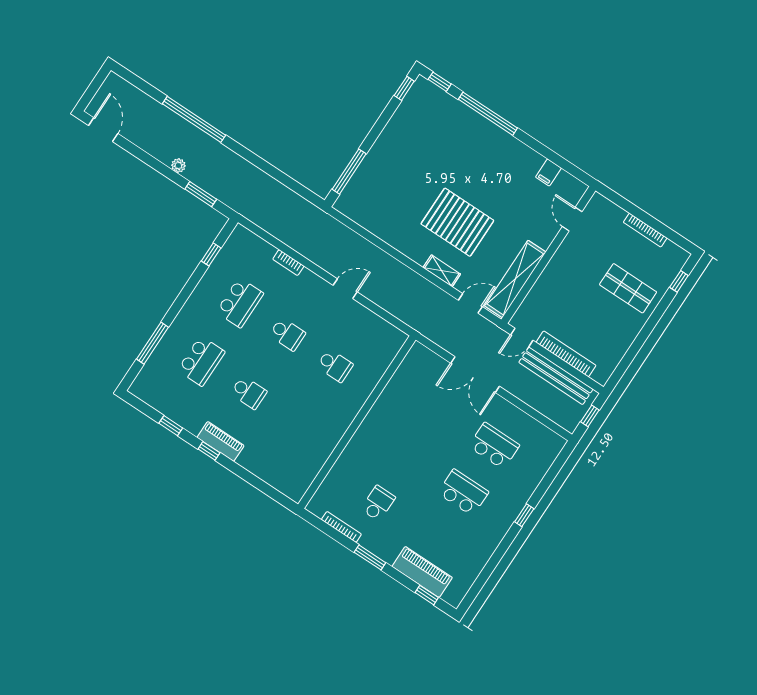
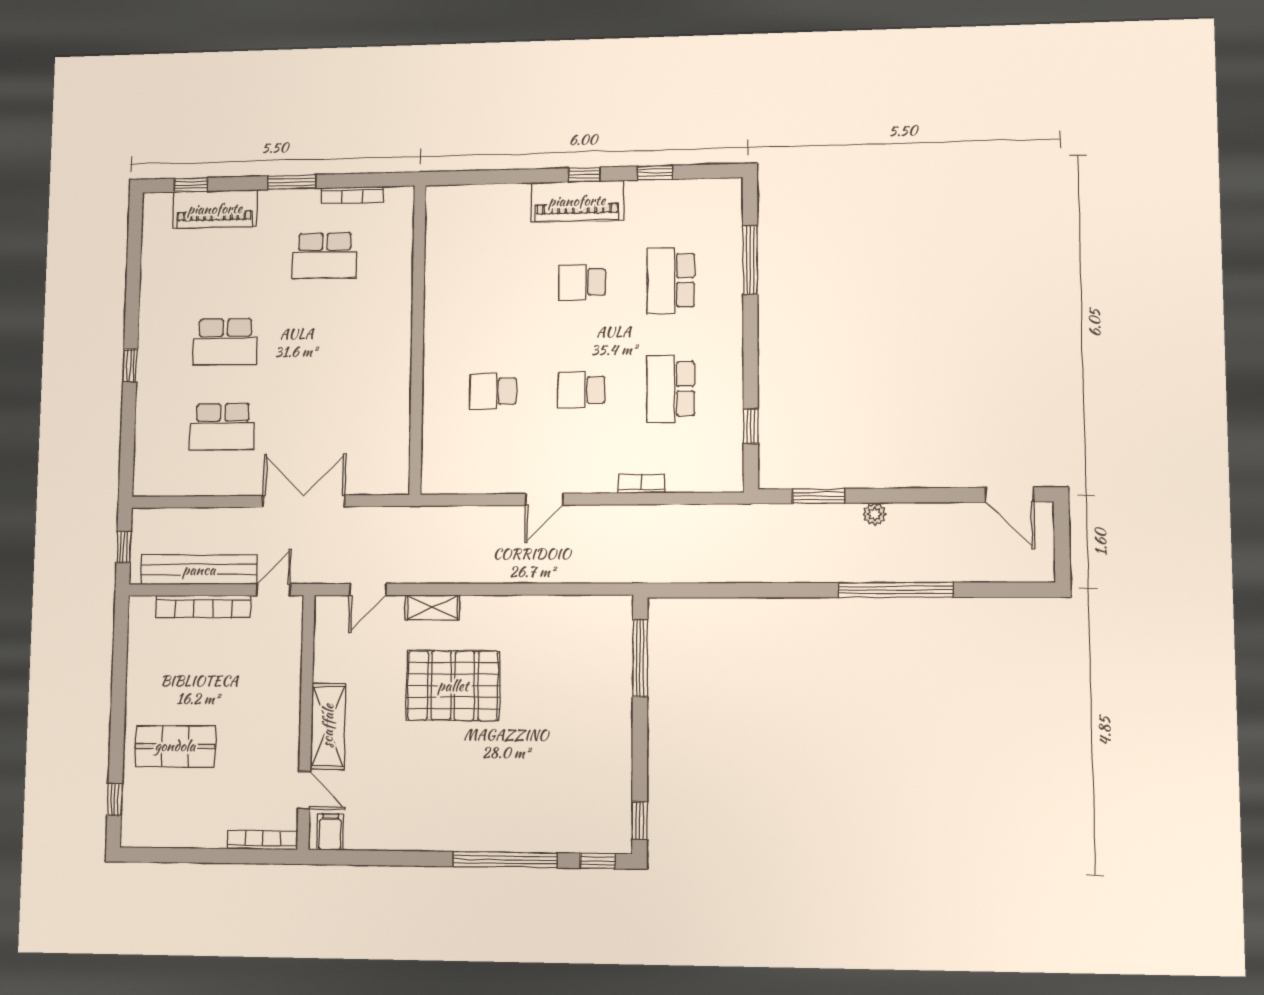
filing cabinet: (548, 172) -> (330, 832), moved
bookcase: (645, 230) -> (263, 840), moved
shelving: (515, 279) -> (328, 726), moved, width x0.68
piano: (221, 441) -> (577, 201), width x1.37, depth x1.33
school desk: (378, 503) -> (325, 256), width x1.85

